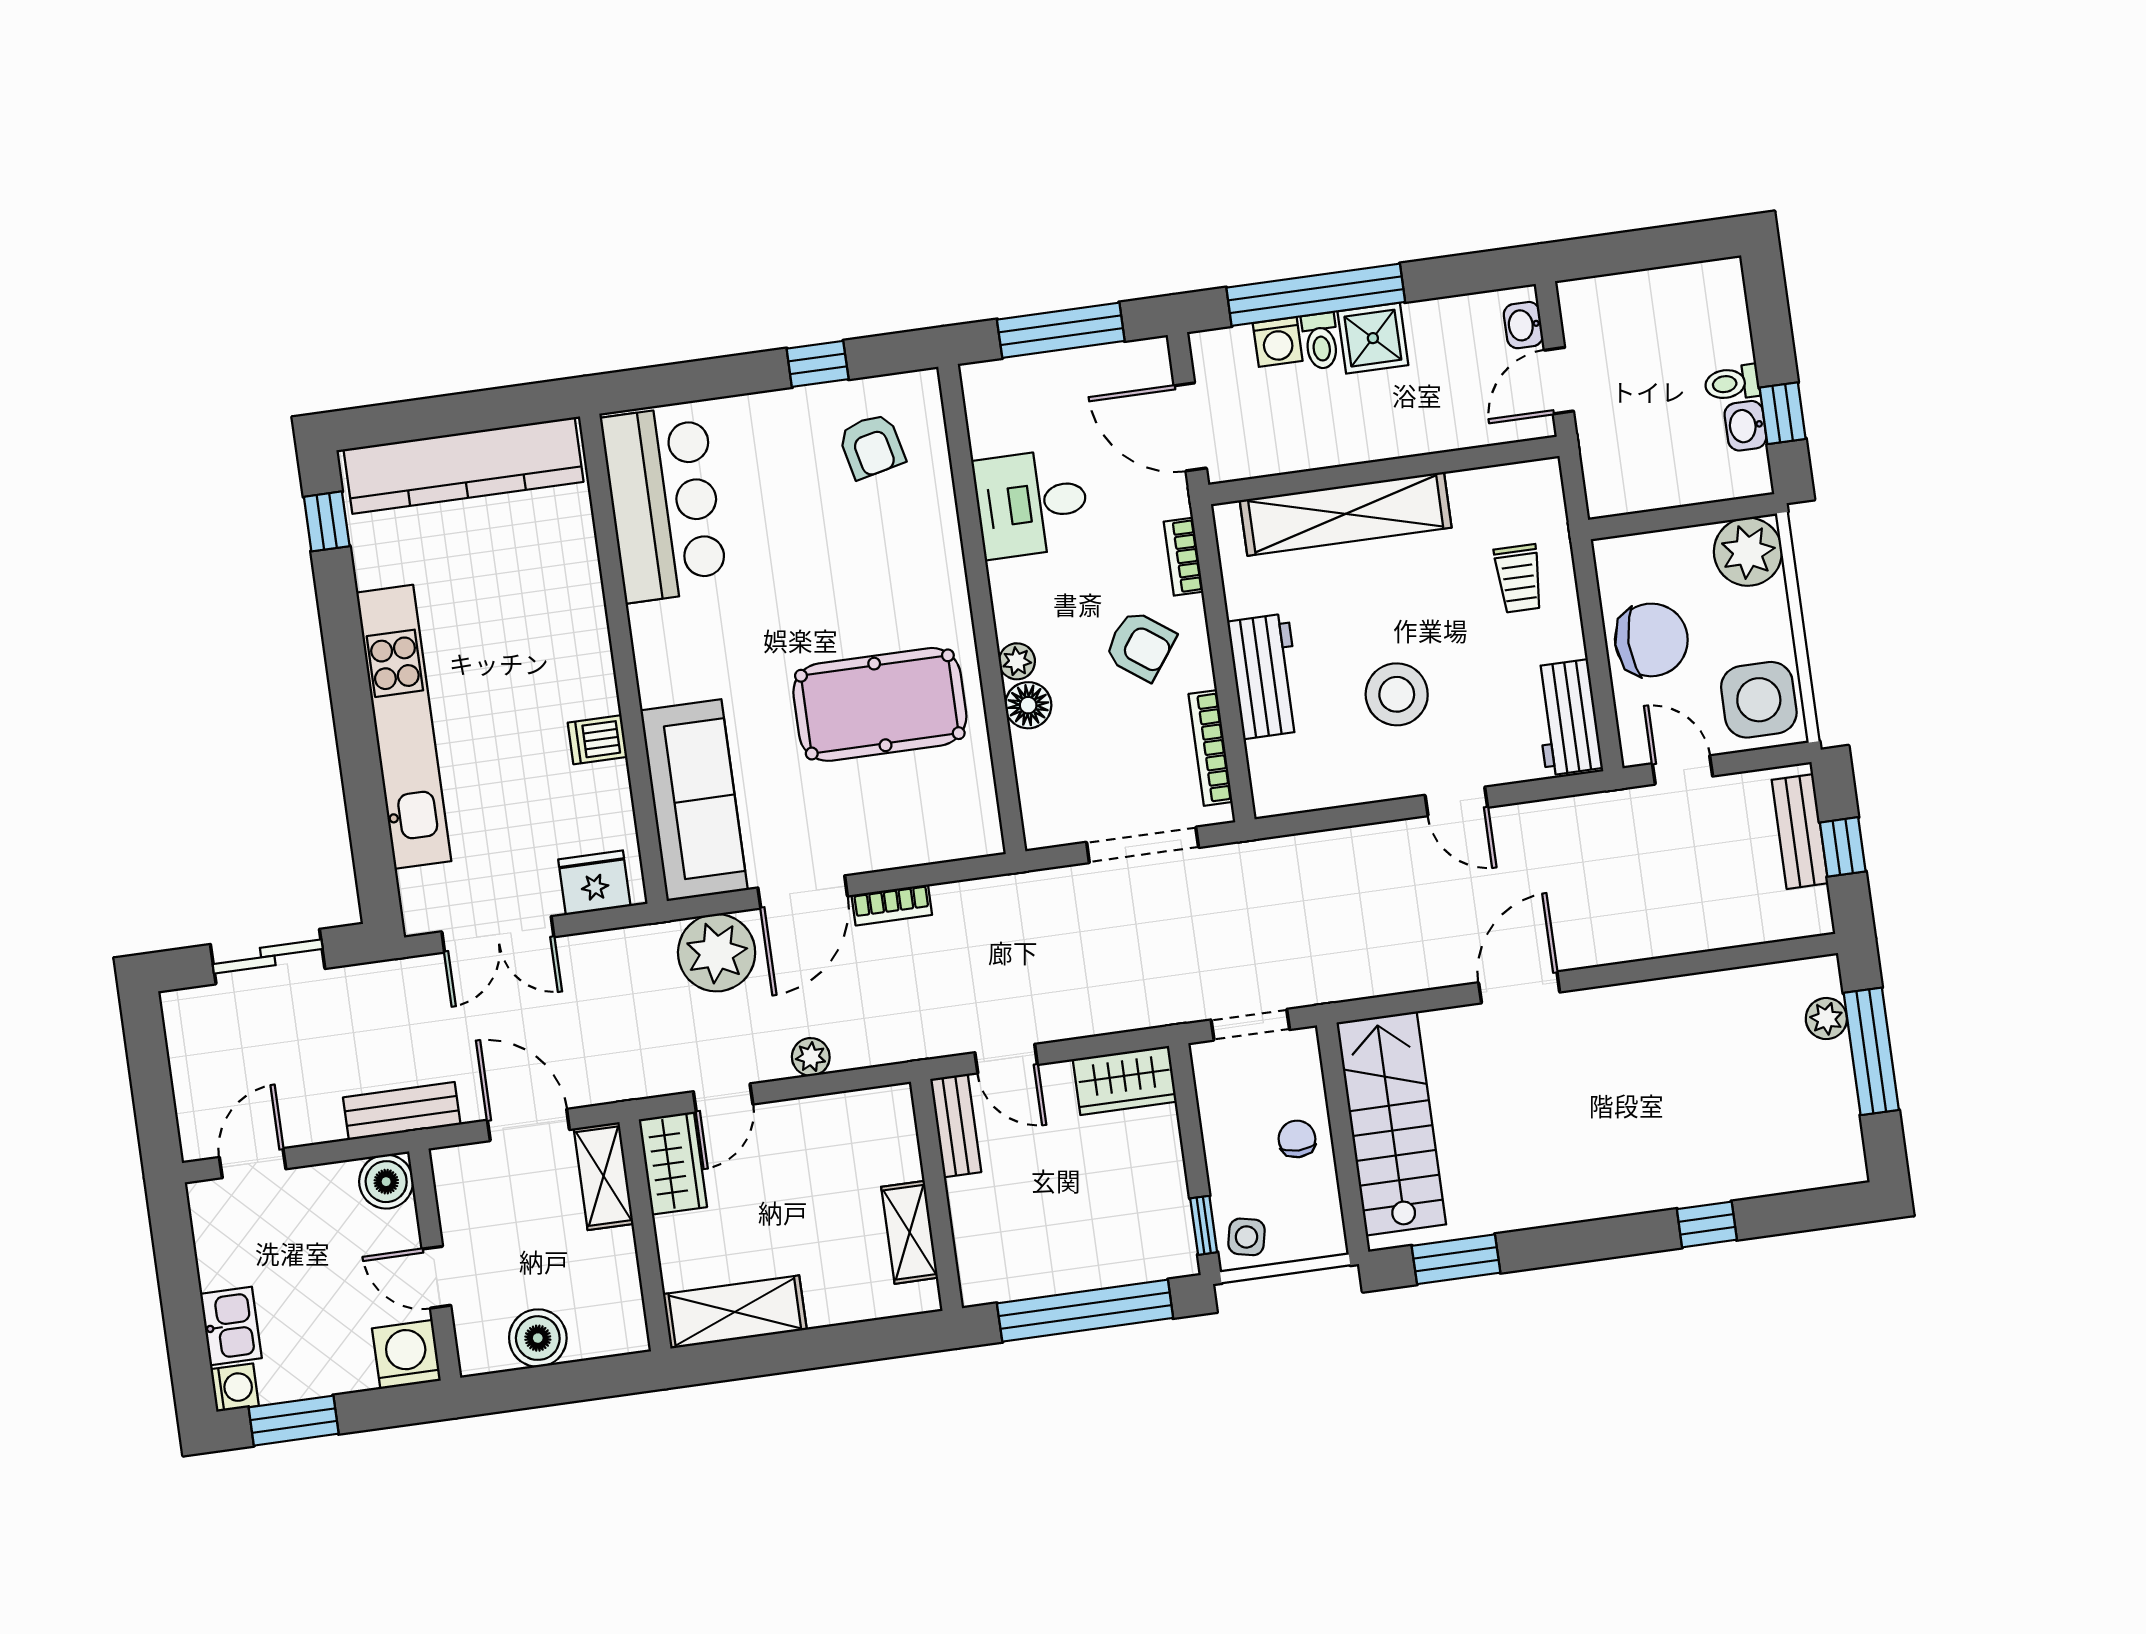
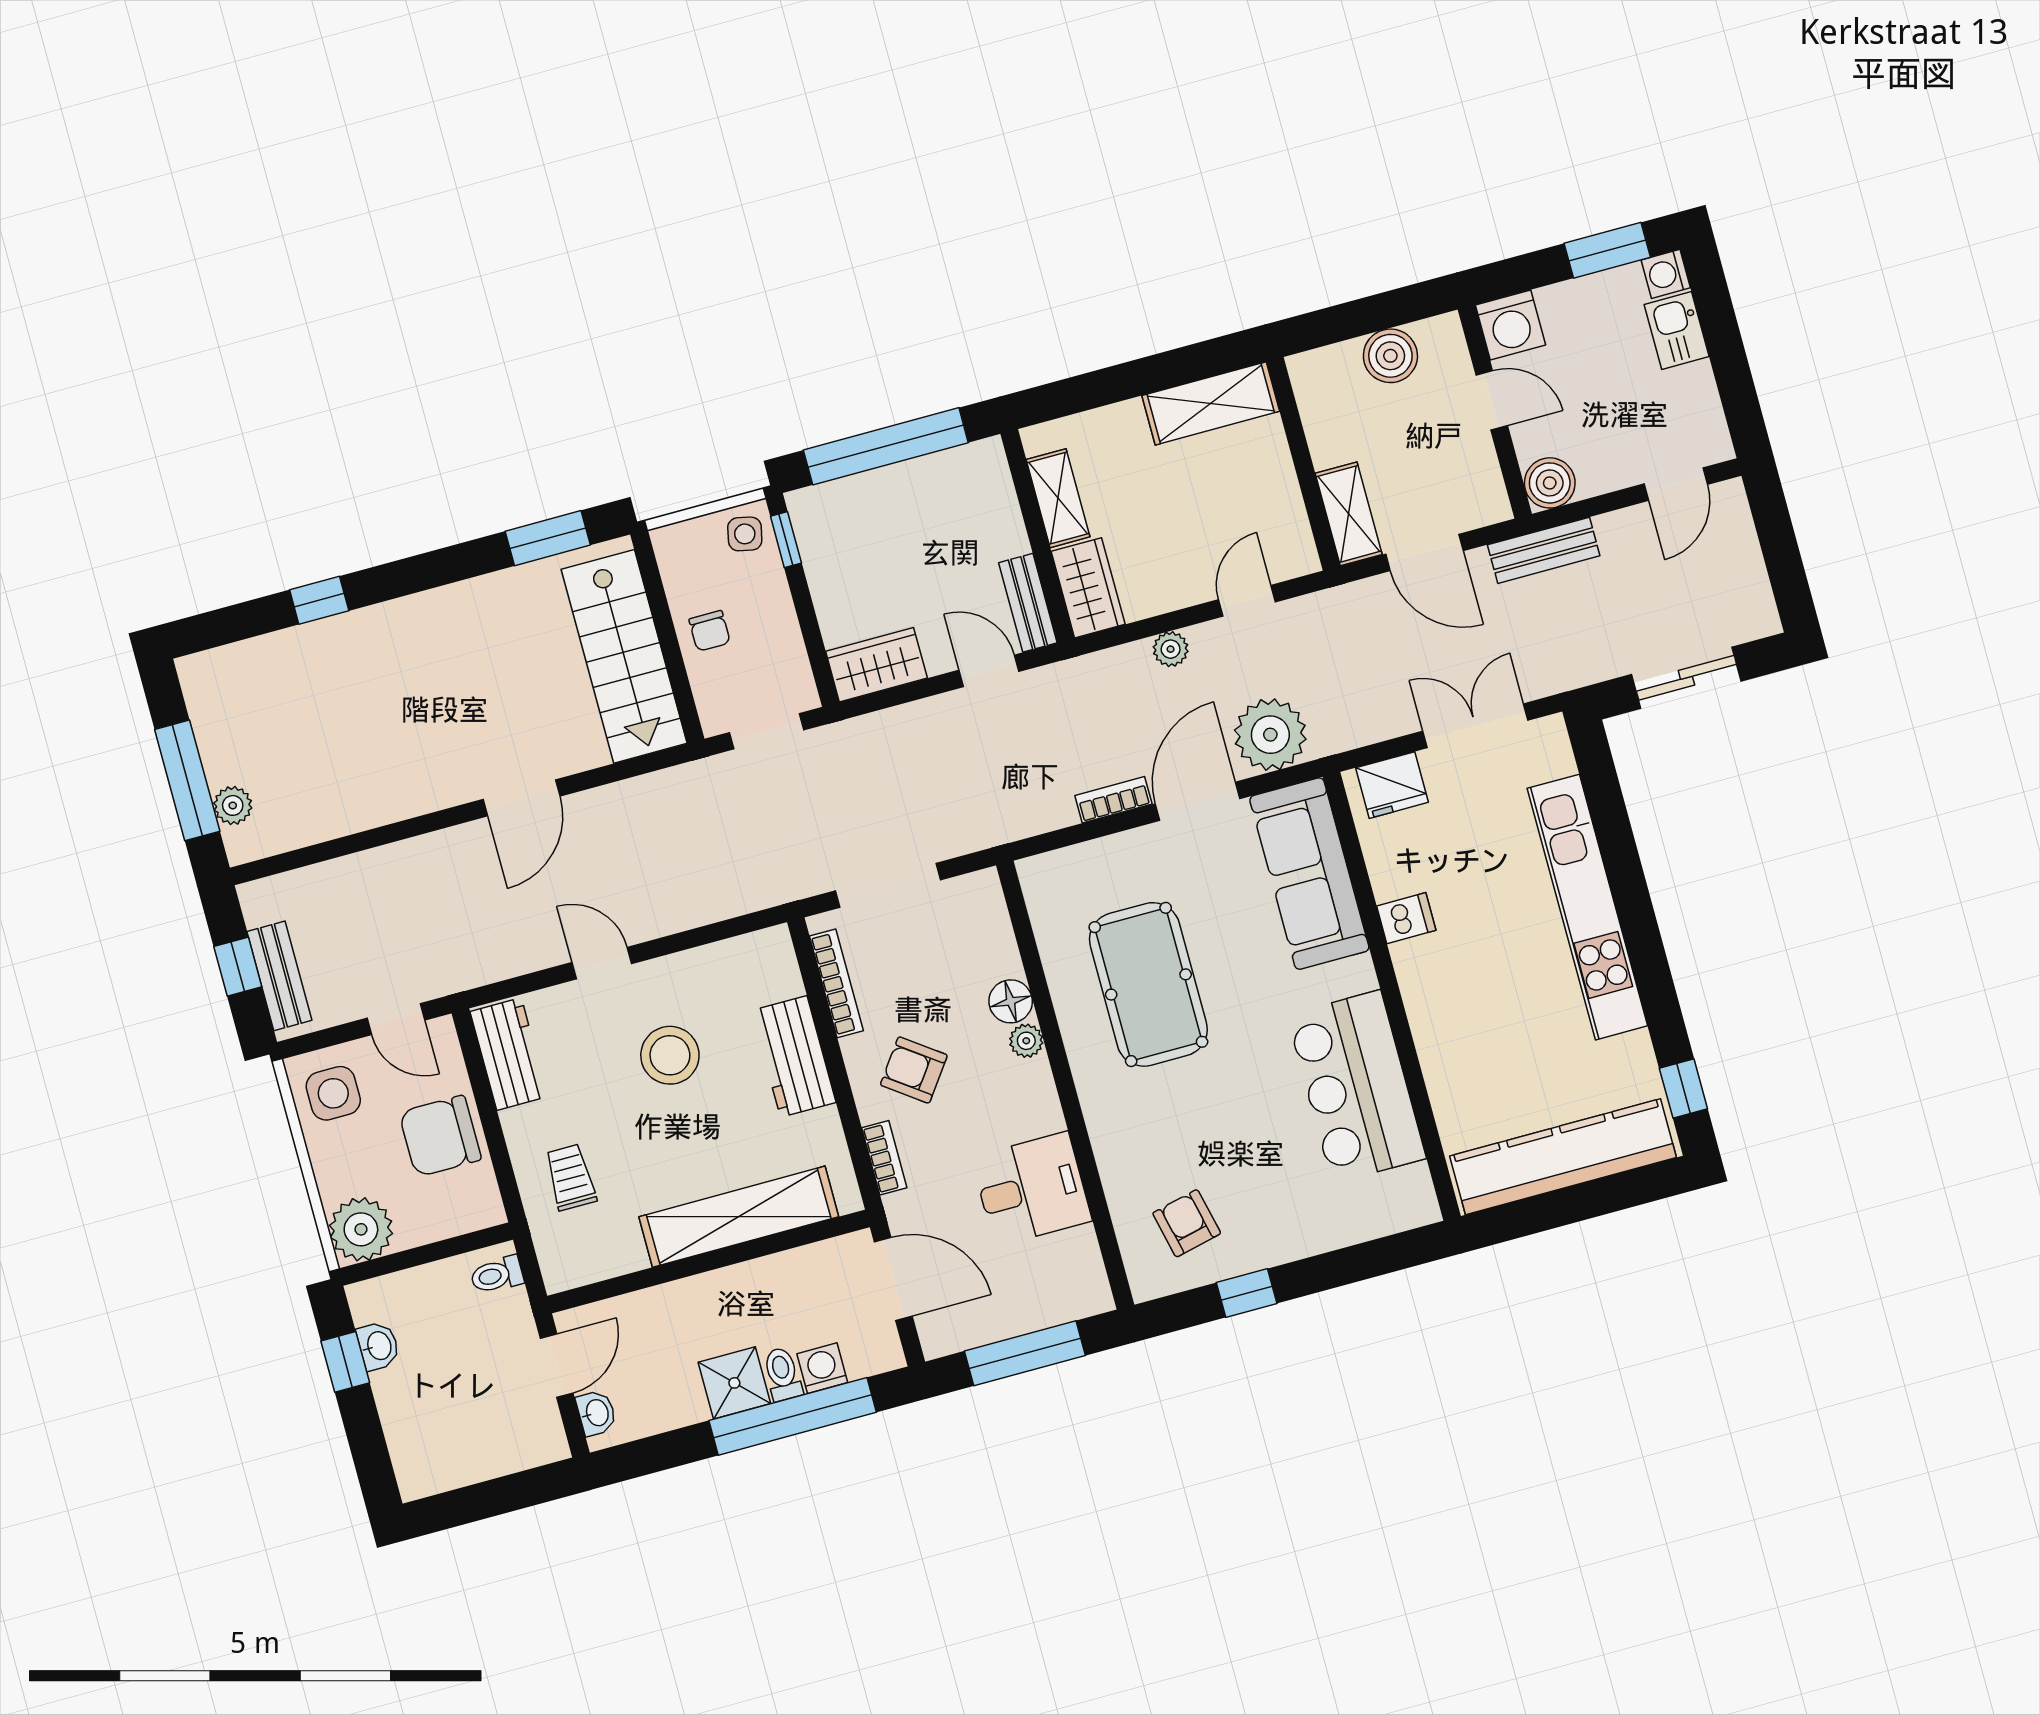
toilet: (1732, 383) -> (497, 1275), moved, turned 180
bar counter: (664, 504) -> (1356, 1087), moved
side table: (1759, 700) -> (333, 1093), width x0.73, depth x0.73
pool table: (880, 704) -> (1148, 984), turned 90
wardrobe: (673, 1163) -> (1088, 588), moved, turned 180

